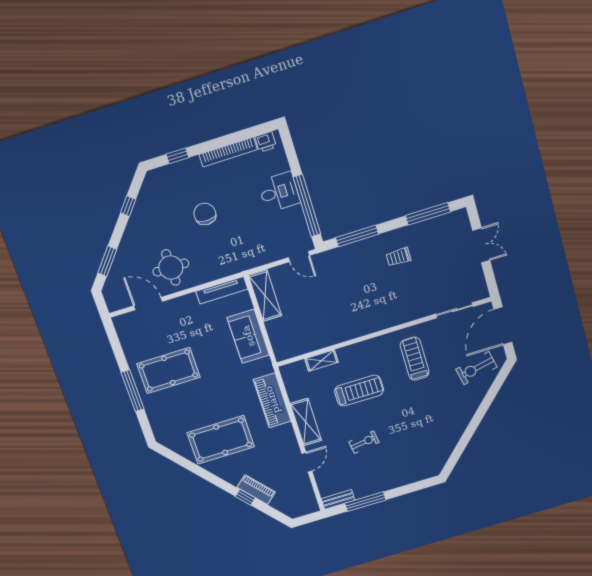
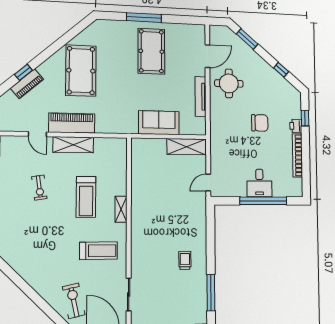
printer: (266, 142) -> (296, 126), moved
window: (307, 206) -> (263, 201), moved
window: (357, 236) -> (210, 232), removed
tv unit: (222, 290) -> (201, 97), moved
shelving: (322, 360) -> (121, 209), moved
piano: (272, 400) -> (72, 123), moved

